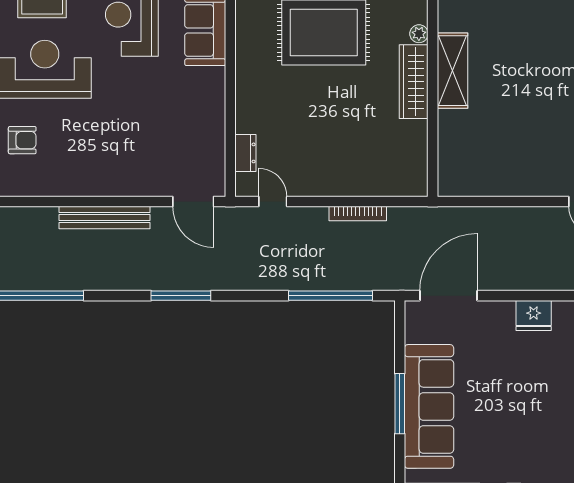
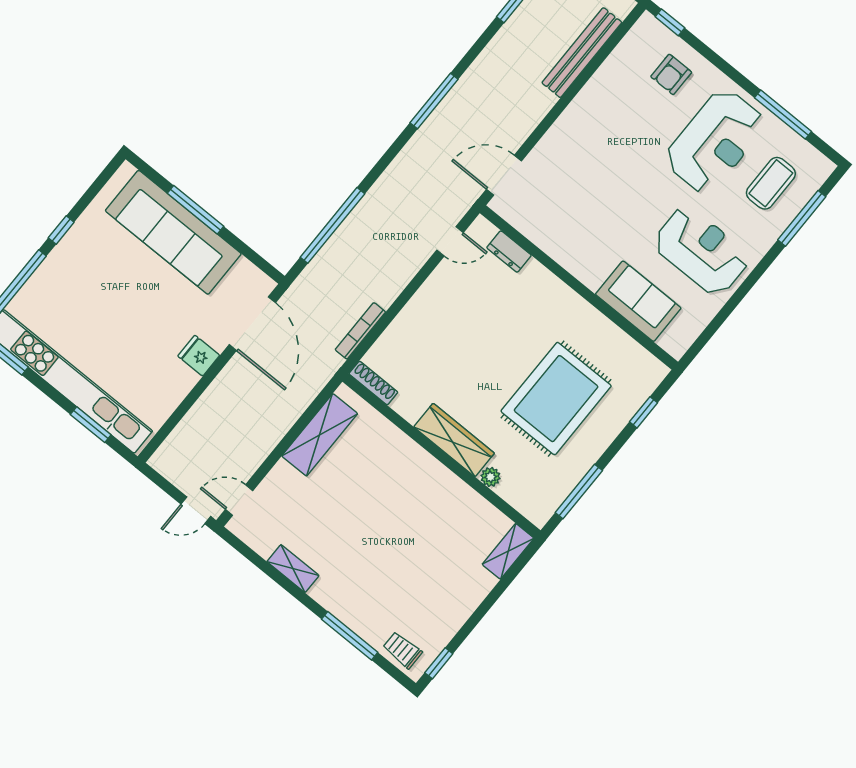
shelving: (452, 71) -> (320, 435), moved, turned 90
shoe rack: (420, 173) -> (373, 383), added
bookcase: (358, 213) -> (360, 331), moved
bench: (104, 217) -> (582, 53), moved
fridge: (534, 315) -> (199, 356), moved, width x0.72

